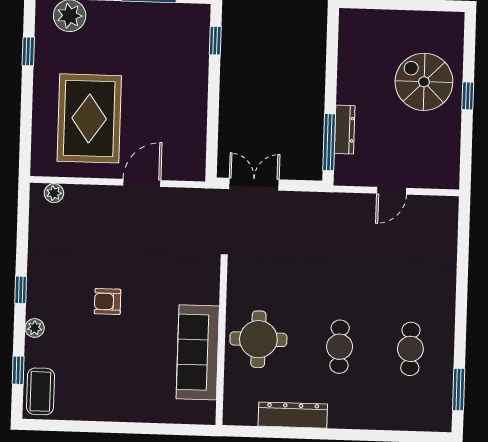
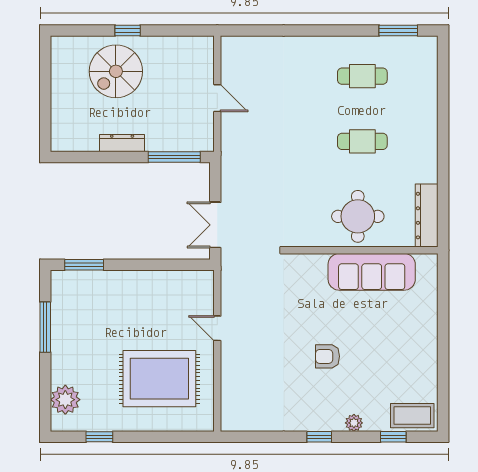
window: (215, 41) -> (84, 265), width x1.50
dresser: (345, 130) -> (122, 143), moved
door: (142, 183) -> (217, 328), width x0.73
plant: (54, 193) -> (229, 409), removed
armchair: (108, 302) -> (327, 356), turned 90
dresser: (293, 415) -> (427, 216), moved

